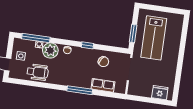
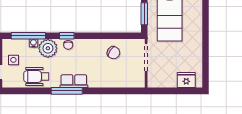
window: (88, 45) -> (67, 36), moved
wheelchair: (38, 72) -> (36, 77), turned 180
row of seats: (103, 85) -> (74, 81), moved
window: (80, 90) -> (67, 91), moved

